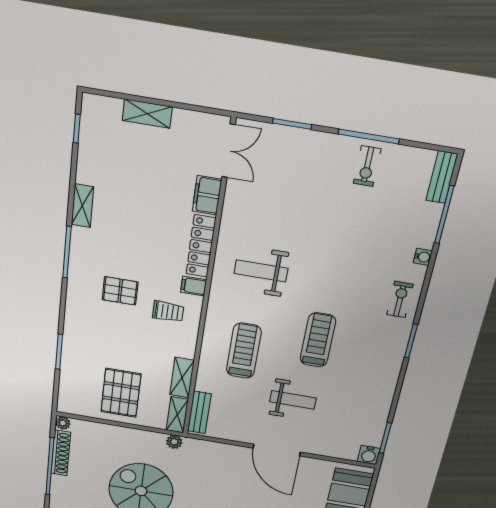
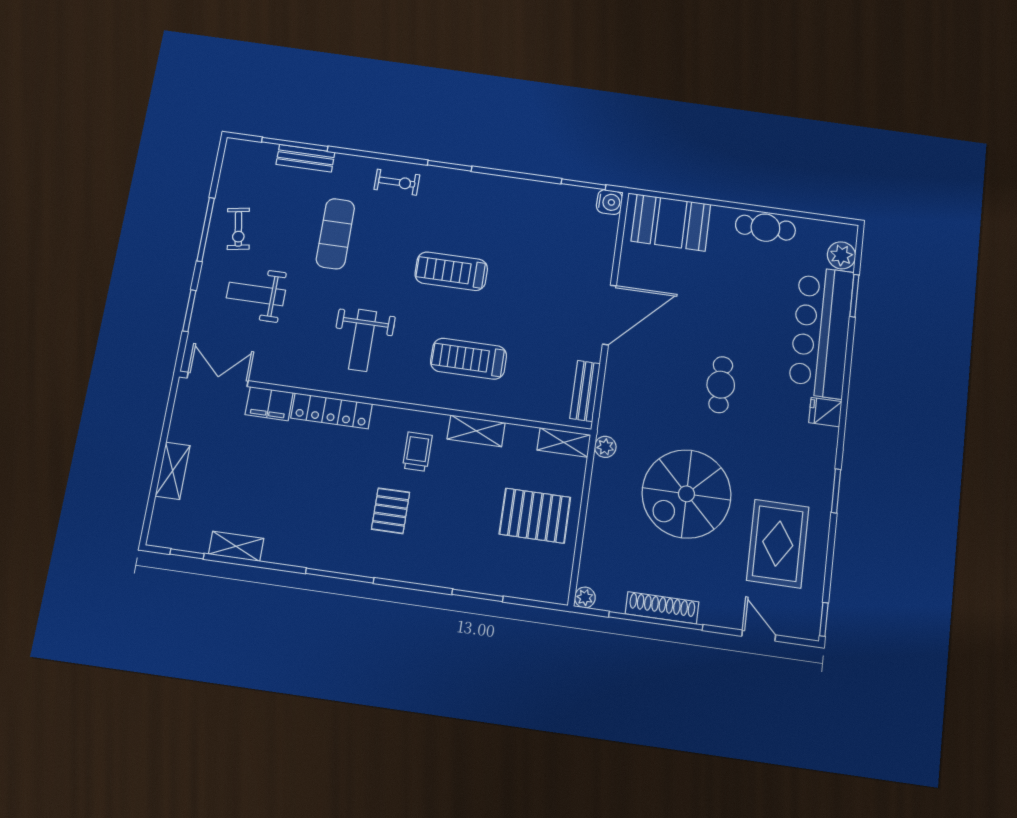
exercise bike: (367, 166) -> (238, 229), turned 80
bench: (442, 177) -> (305, 158), moved
shelving: (82, 206) -> (236, 546), moved
exercise mat: (357, 249) -> (335, 234), added
water cooler: (423, 257) -> (344, 162), removed
filing cabinet: (194, 286) -> (383, 420), removed
exercise bike: (400, 299) -> (397, 182), turned 180
shelving: (182, 378) -> (476, 431), moved
weight bench: (293, 400) -> (256, 294), moved, turned -90
bench: (199, 412) -> (585, 391), moved, turned 90
shoe rack: (61, 453) -> (662, 608), moved

